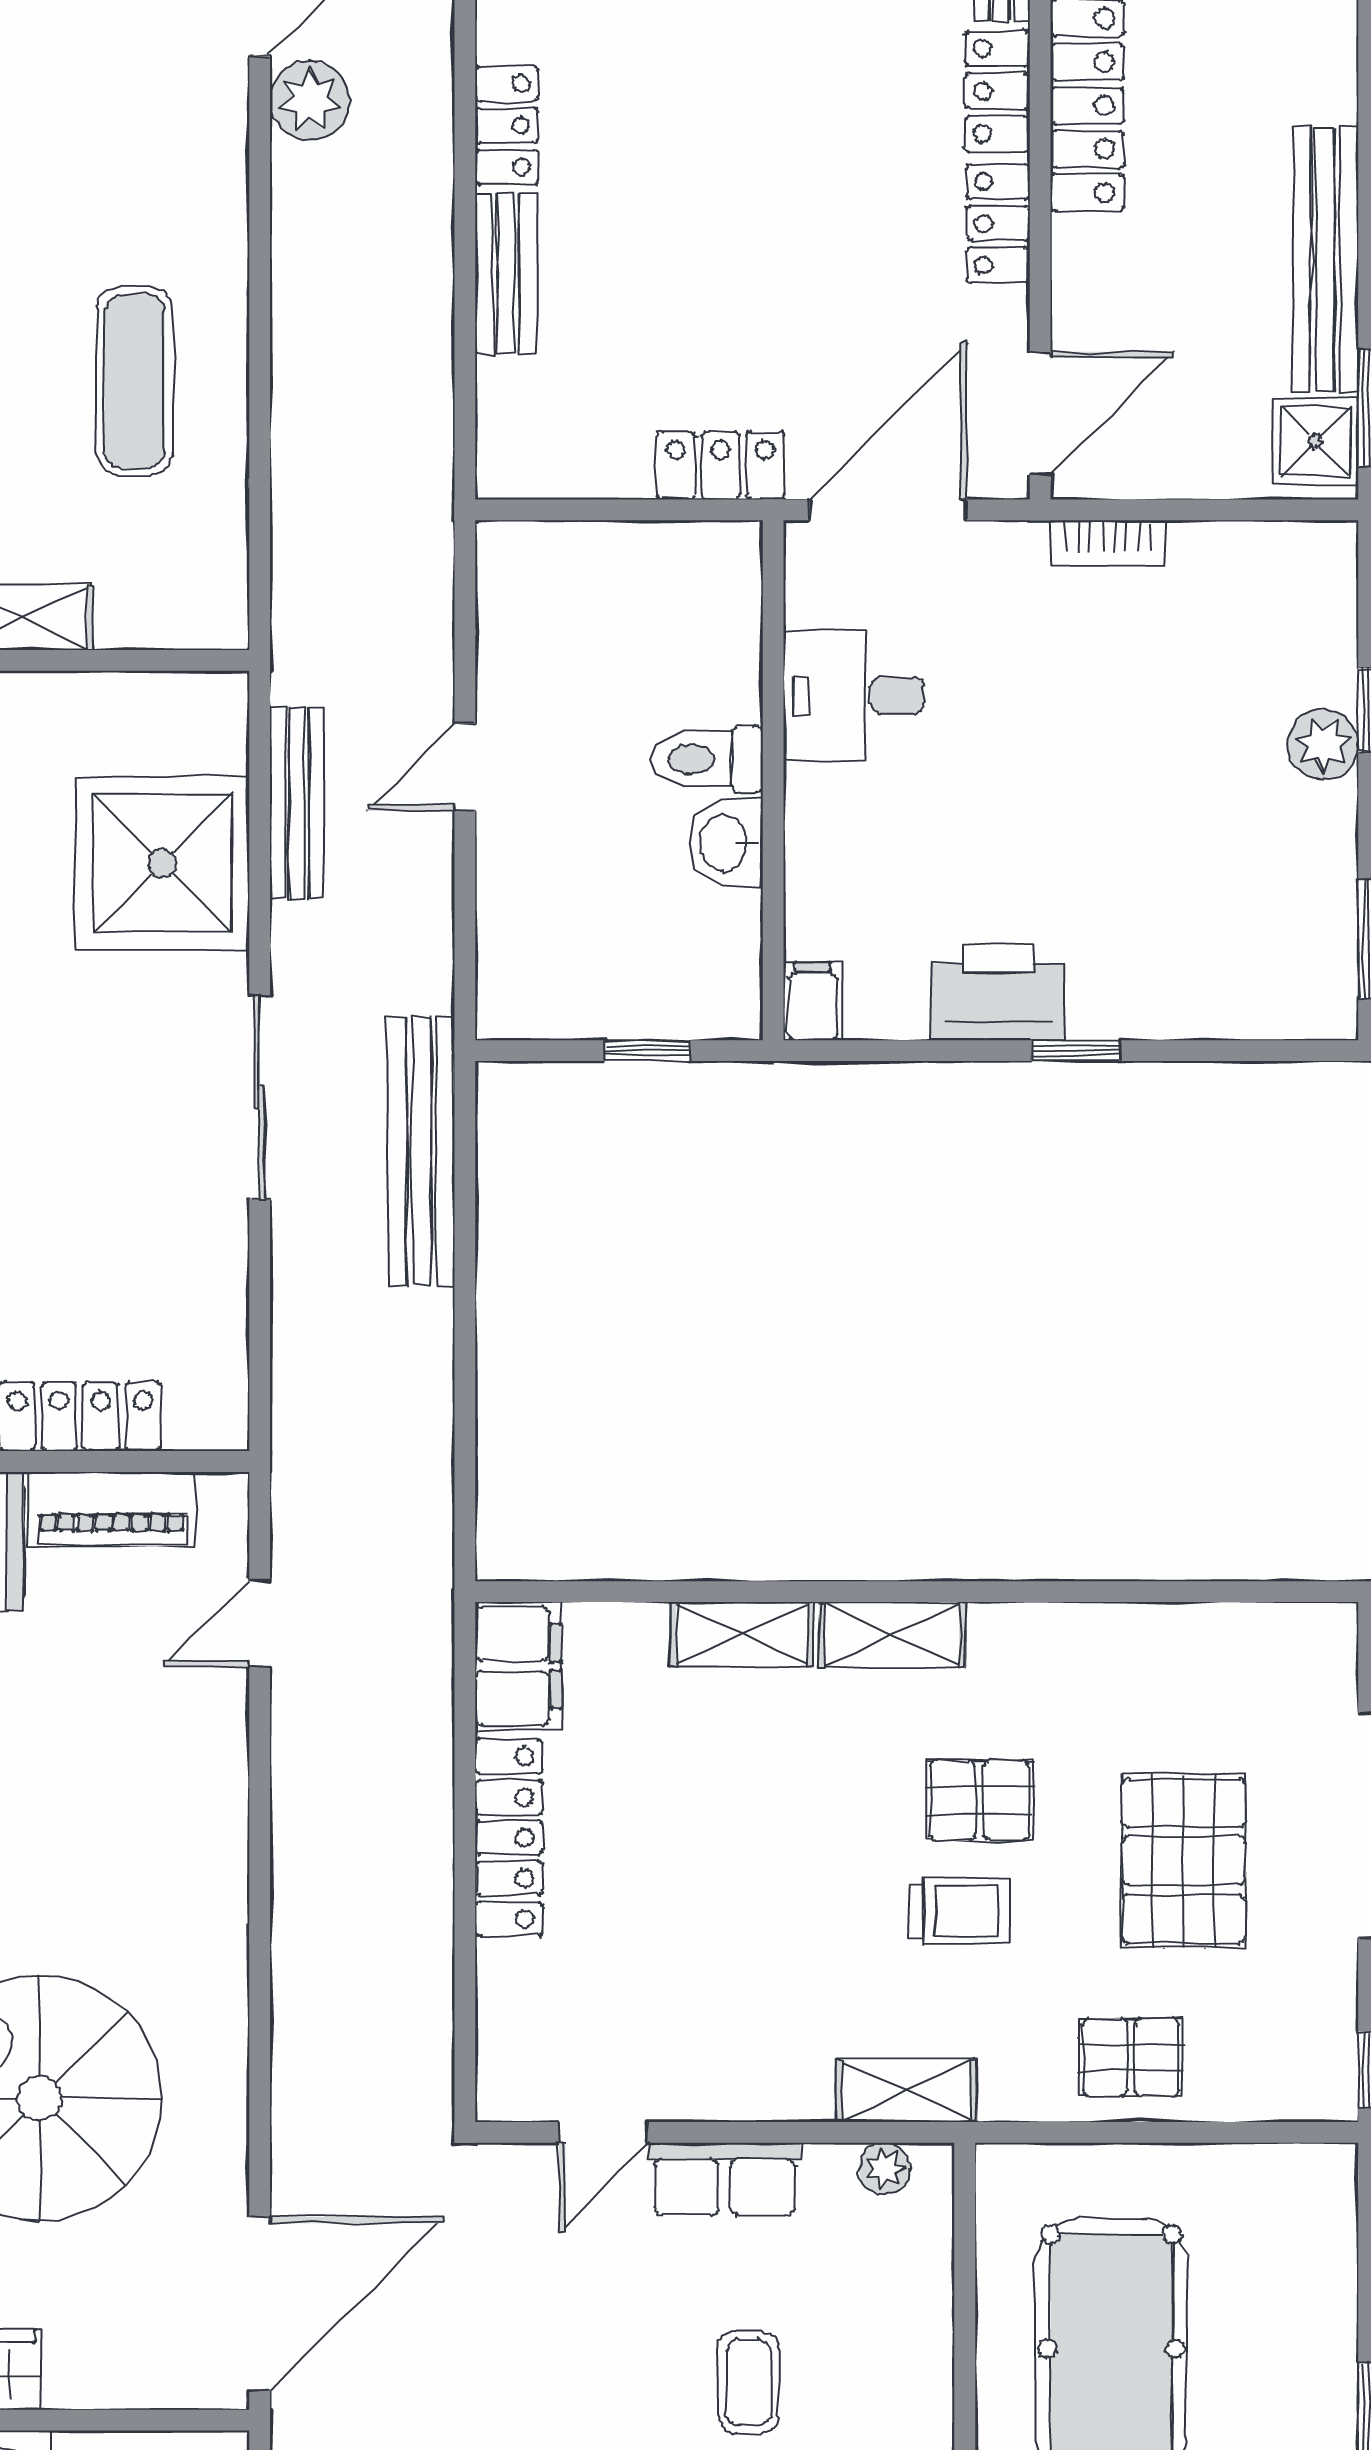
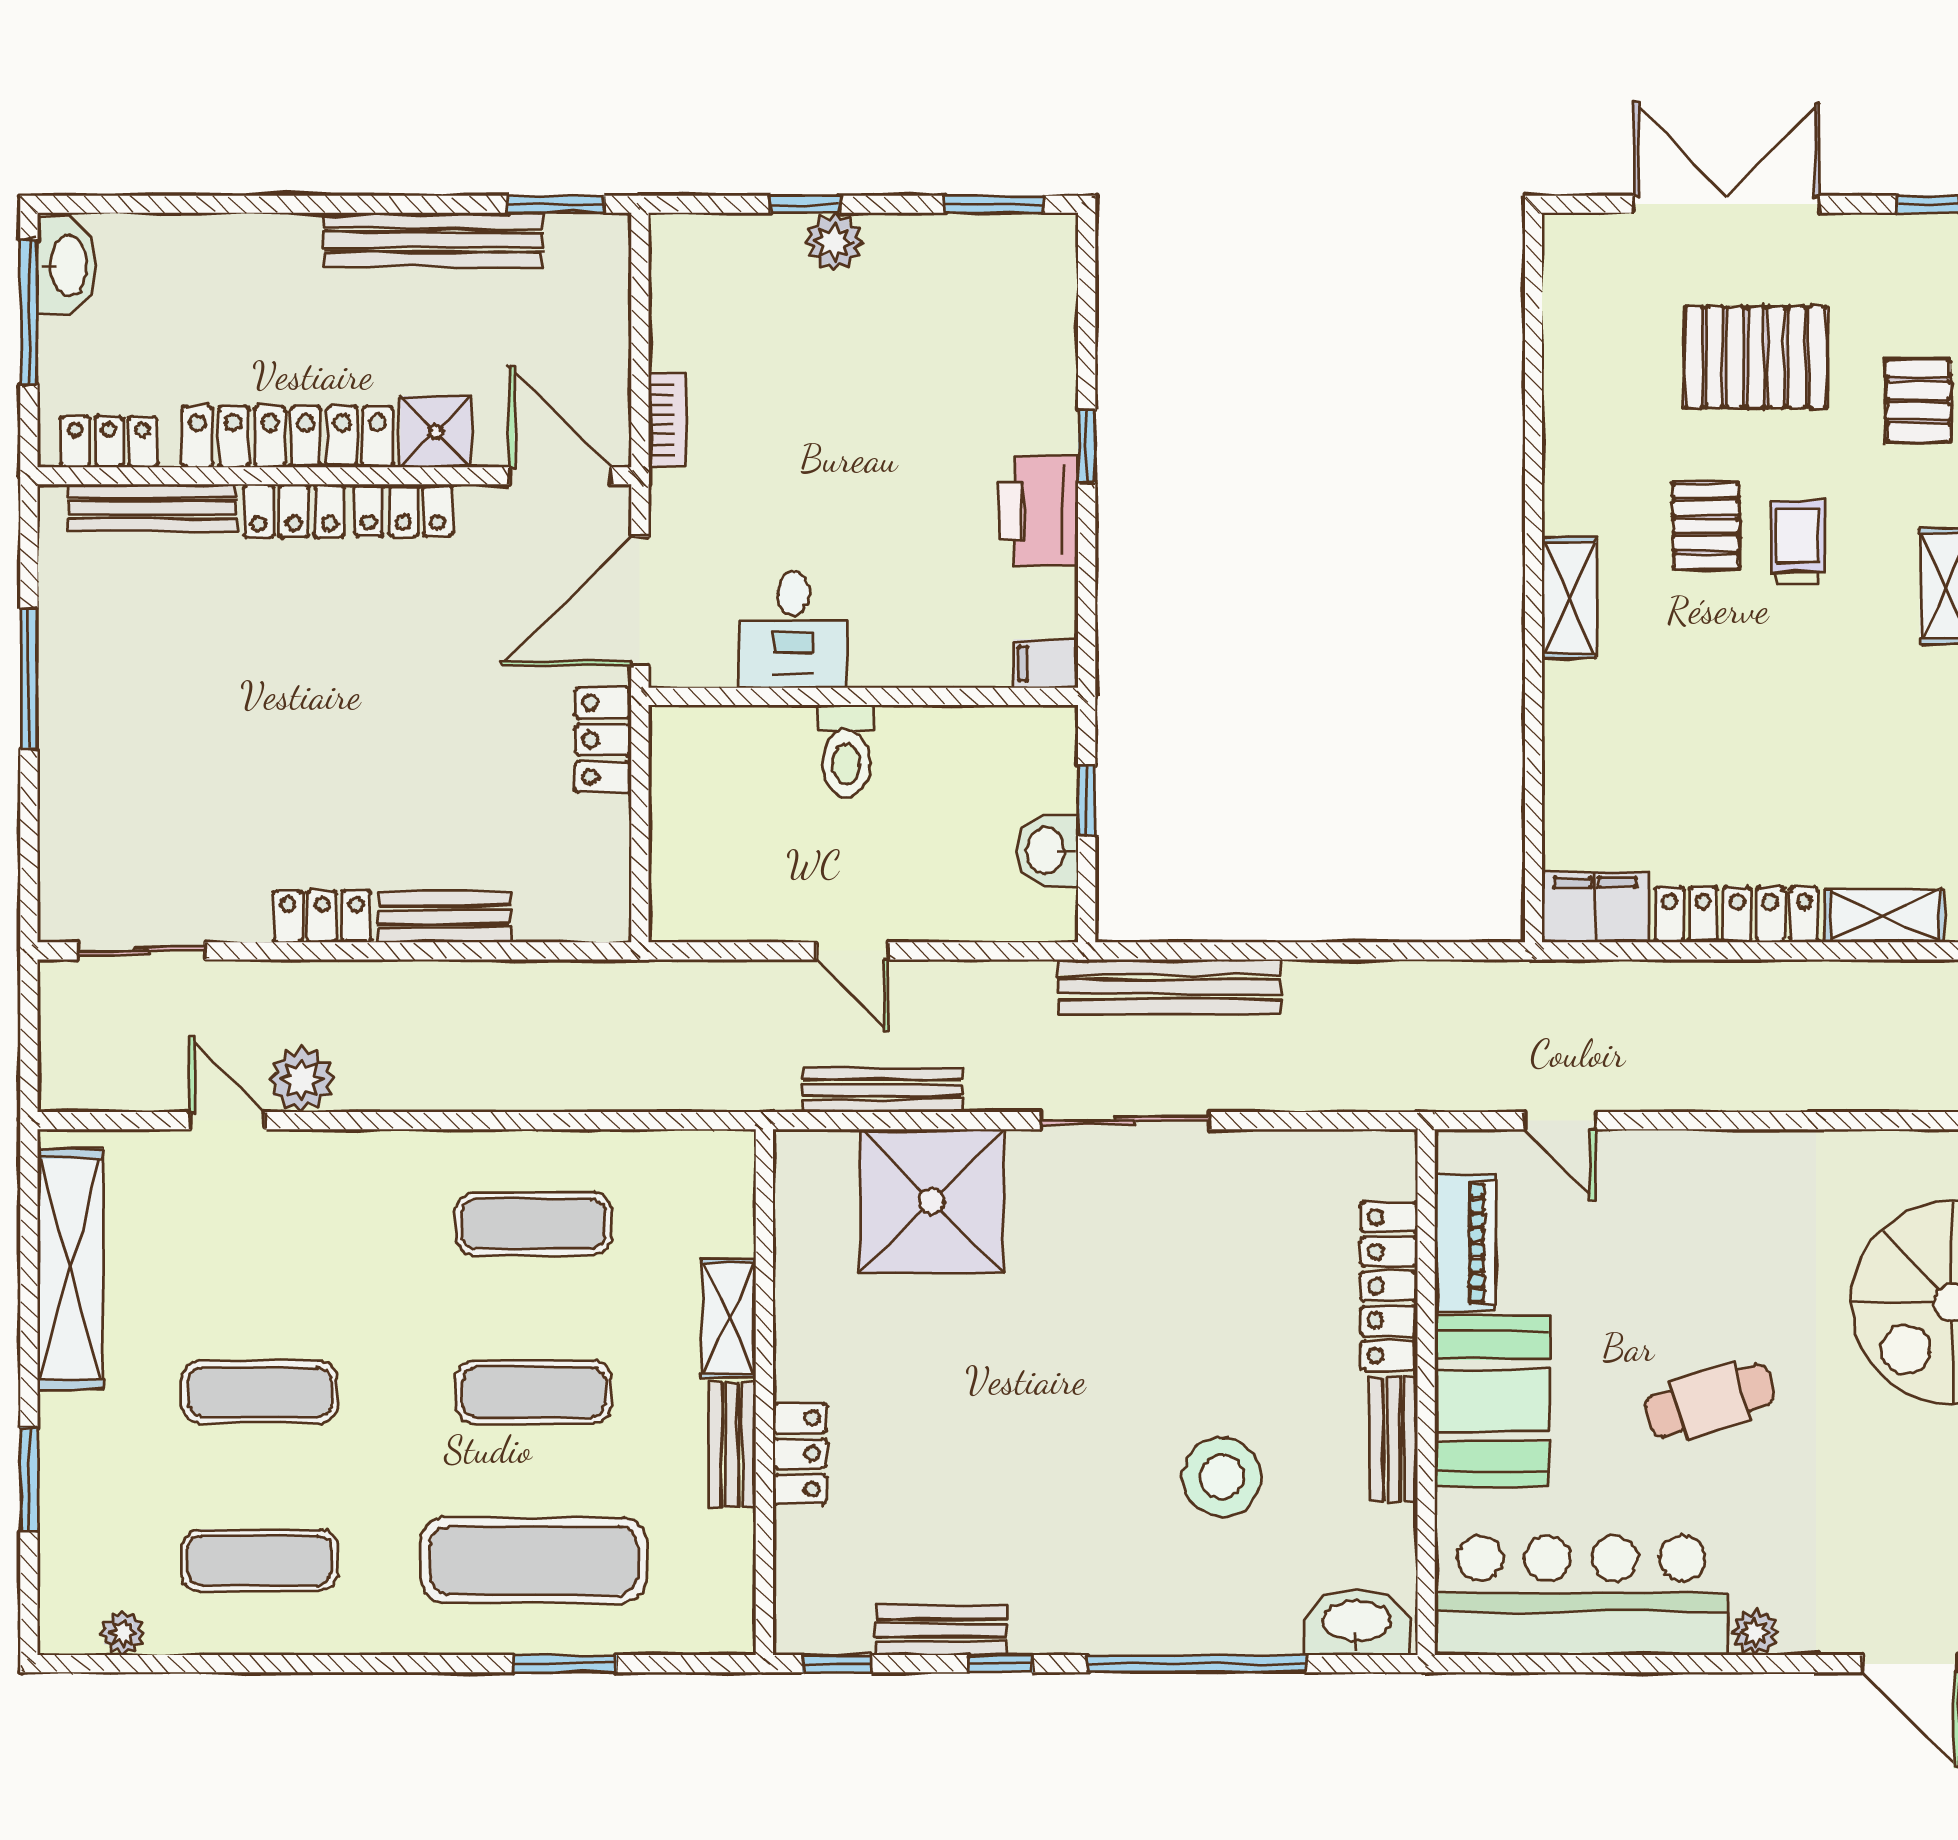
shower: (1315, 441) -> (436, 432), moved
door: (888, 510) -> (640, 601), hinge flipped
washbasin: (725, 843) -> (1047, 851), moved, turned 90
shelving: (742, 1634) -> (1885, 916), moved, turned 90

